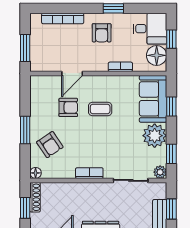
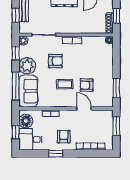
door: (72, 73) -> (84, 109), hinge flipped
window: (171, 106) -> (16, 86), width x2.17
window: (25, 130) -> (116, 88), moved
armchair: (50, 145) -> (55, 61), moved, turned 124

